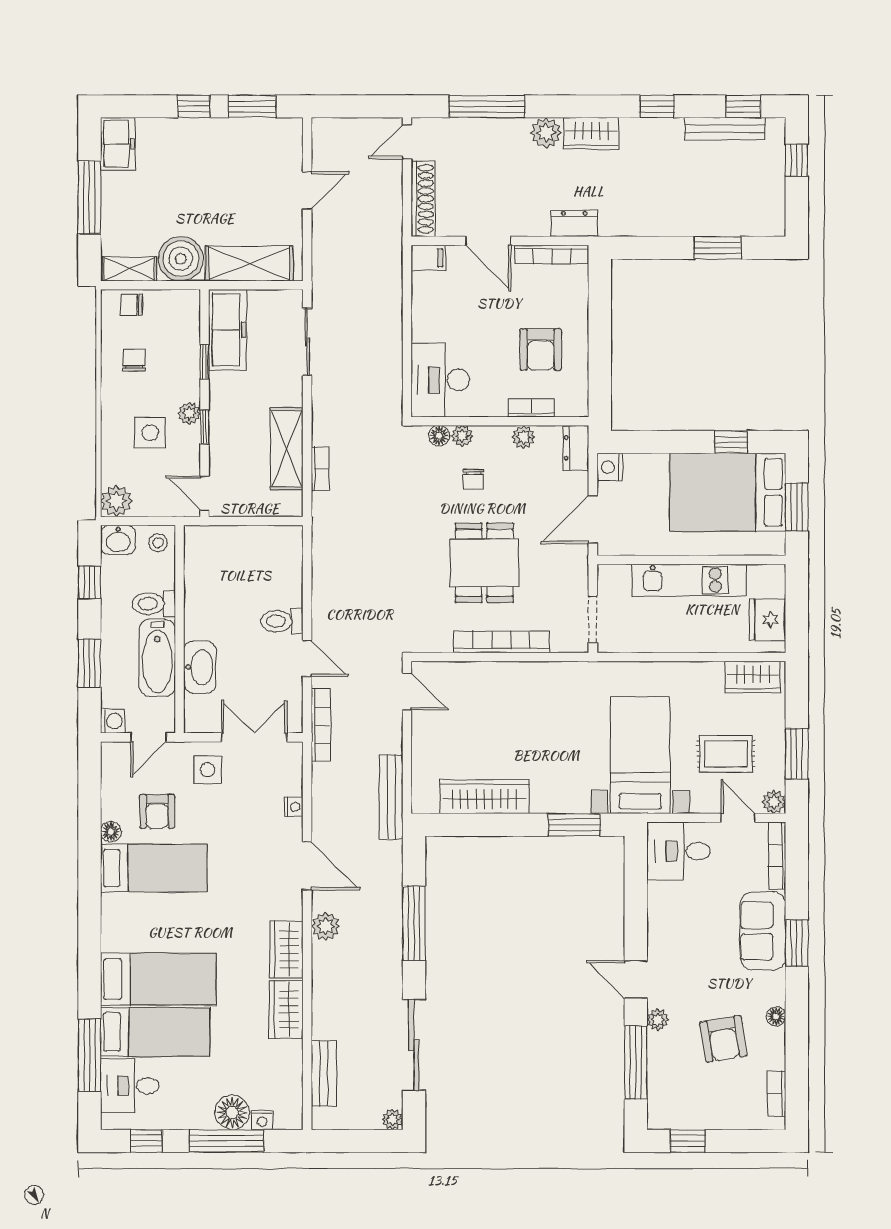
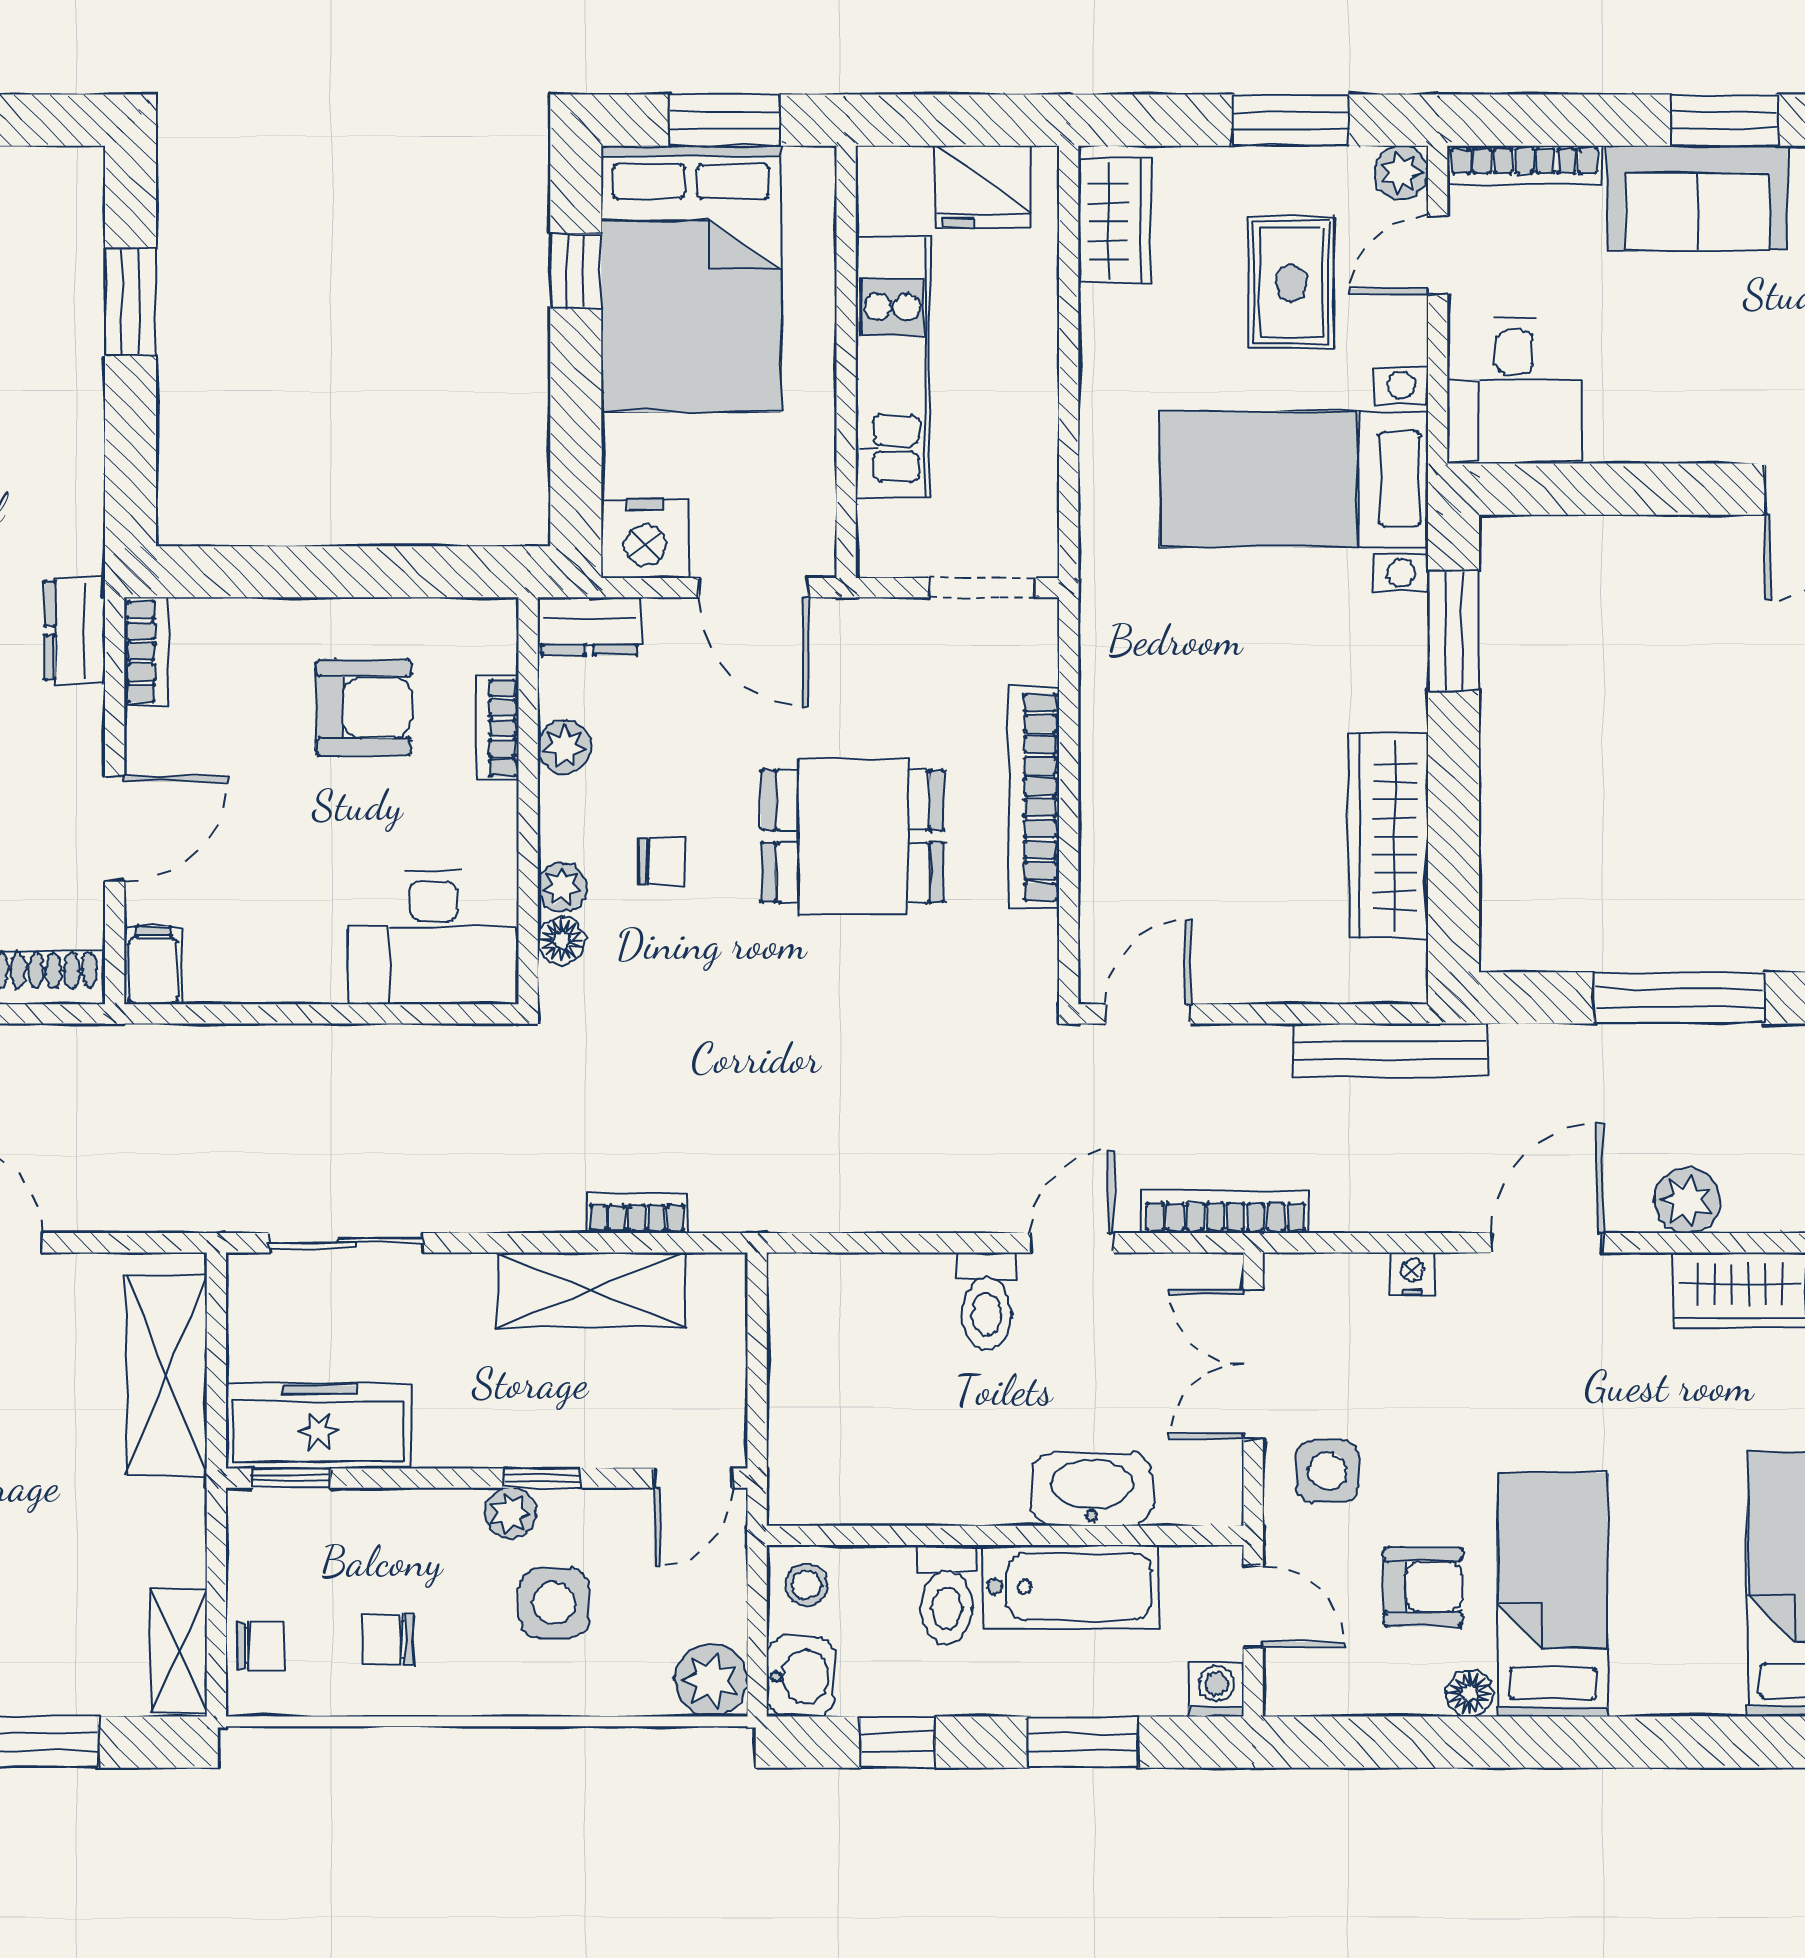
bookcase: (552, 255) -> (146, 652), width x0.64
boiler: (181, 259) -> (156, 1532), removed
chair: (131, 305) -> (261, 1646), turned -90
window: (205, 362) -> (291, 1478), moved
nightstand: (610, 467) -> (645, 539), width x1.36, depth x1.33

